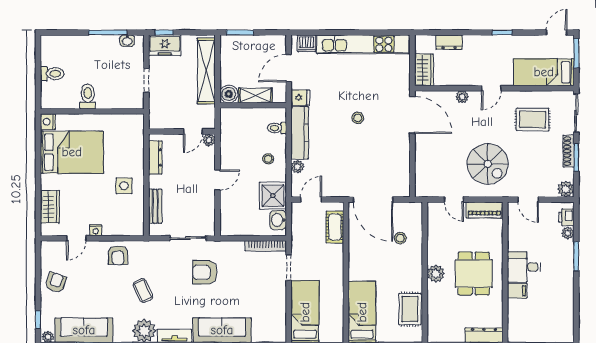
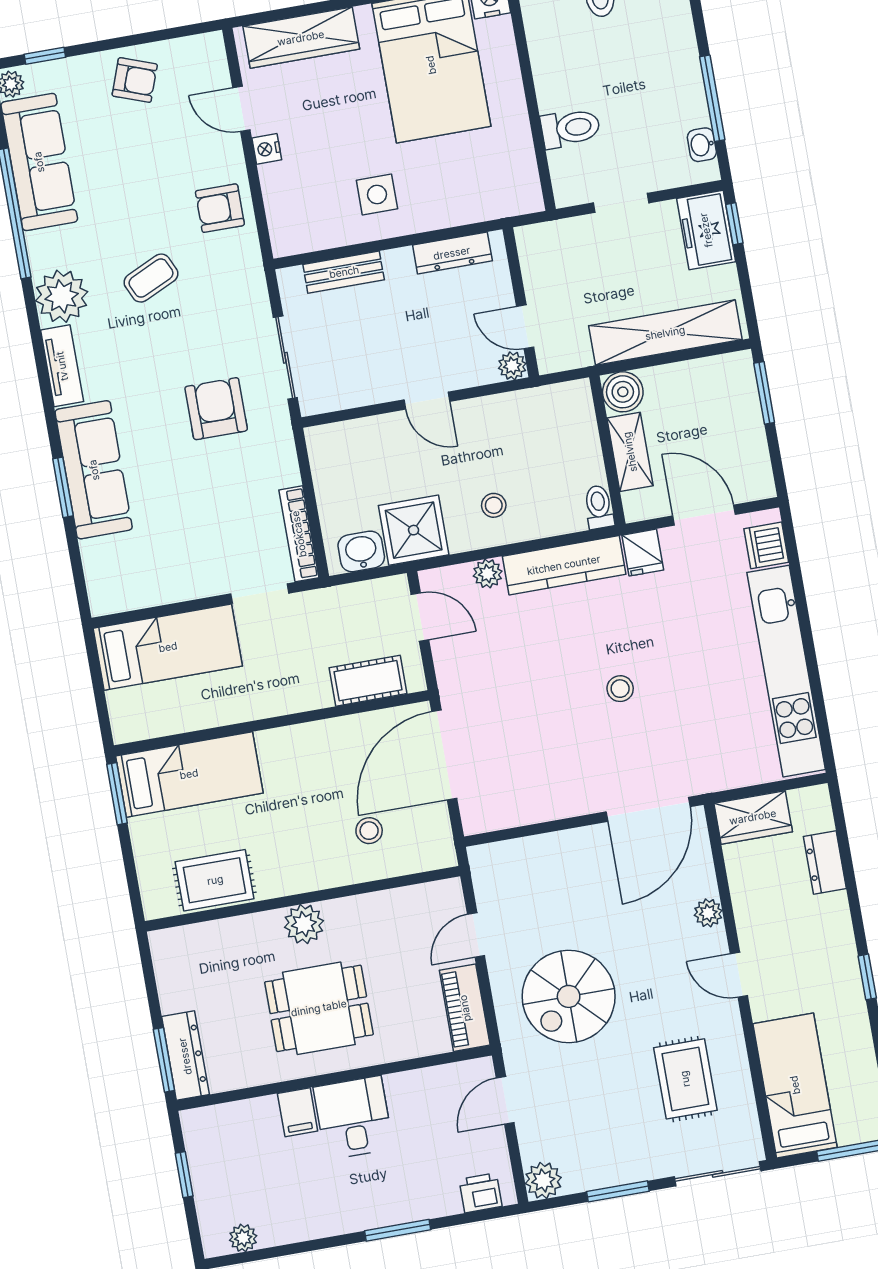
toilet: (88, 97) -> (570, 128), moved
toilet: (277, 128) -> (599, 507), moved
shoe rack: (569, 151) -> (629, 1172), removed
wardrobe: (50, 207) -> (301, 38), width x1.50
plant: (568, 233) -> (243, 1238), moved

